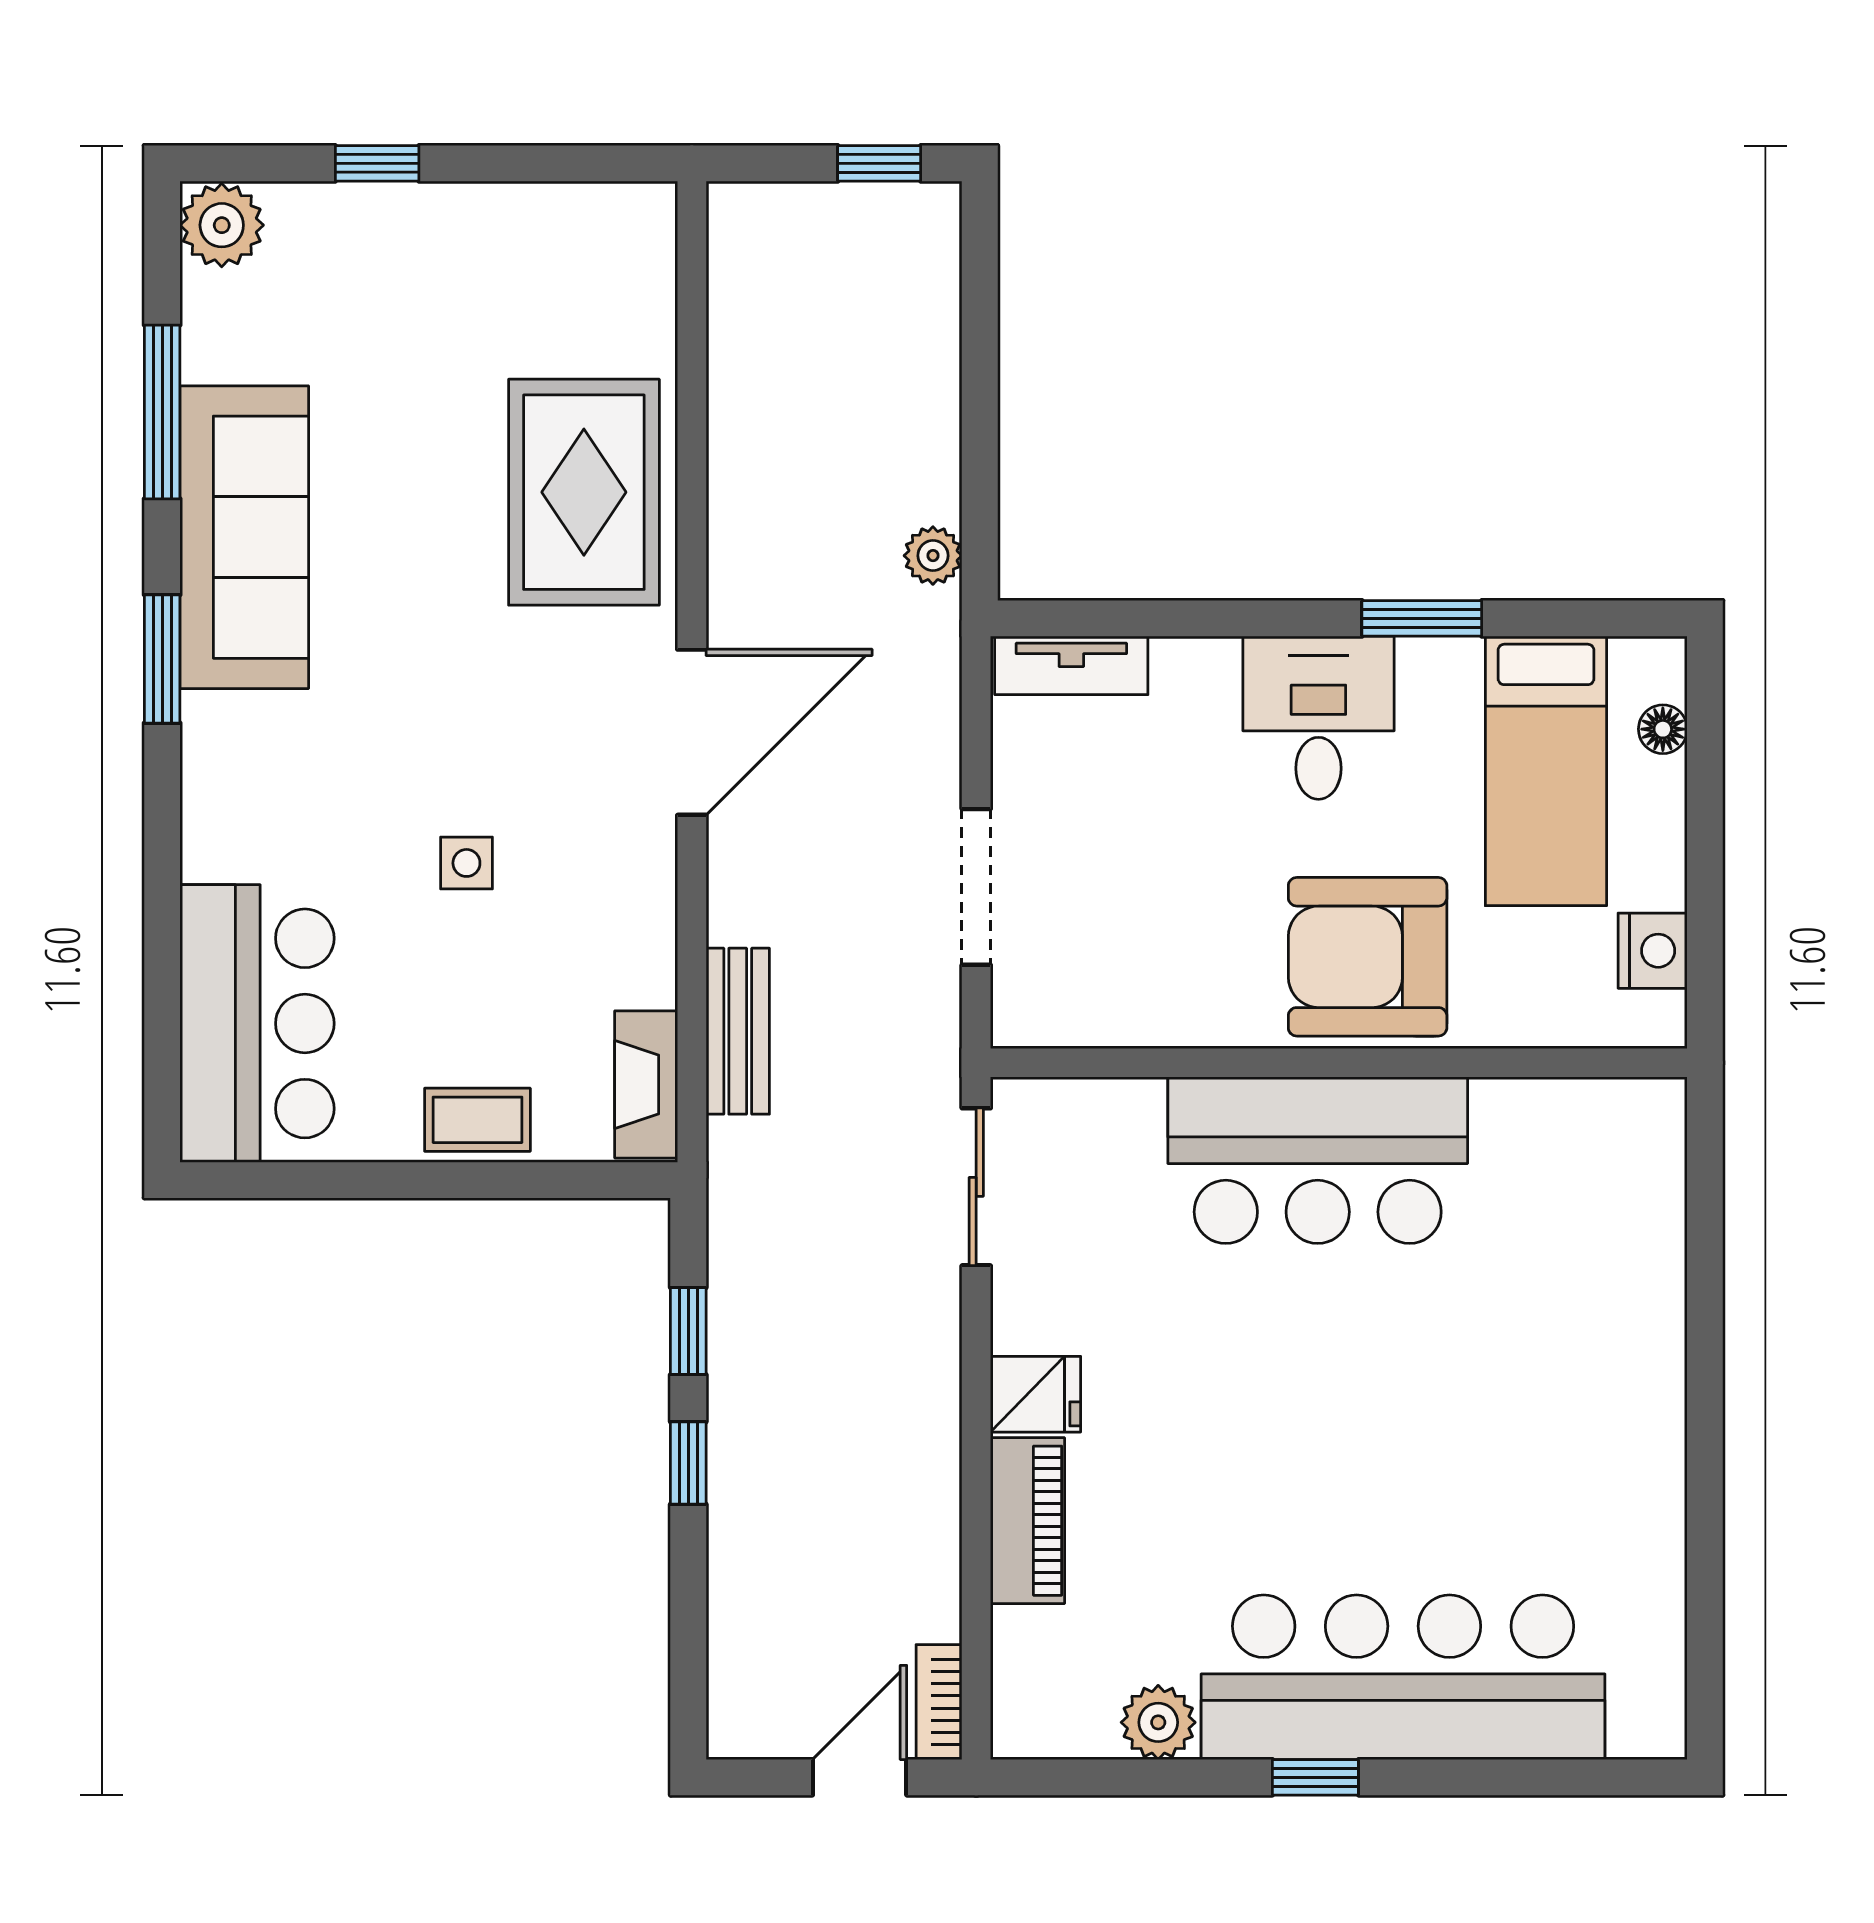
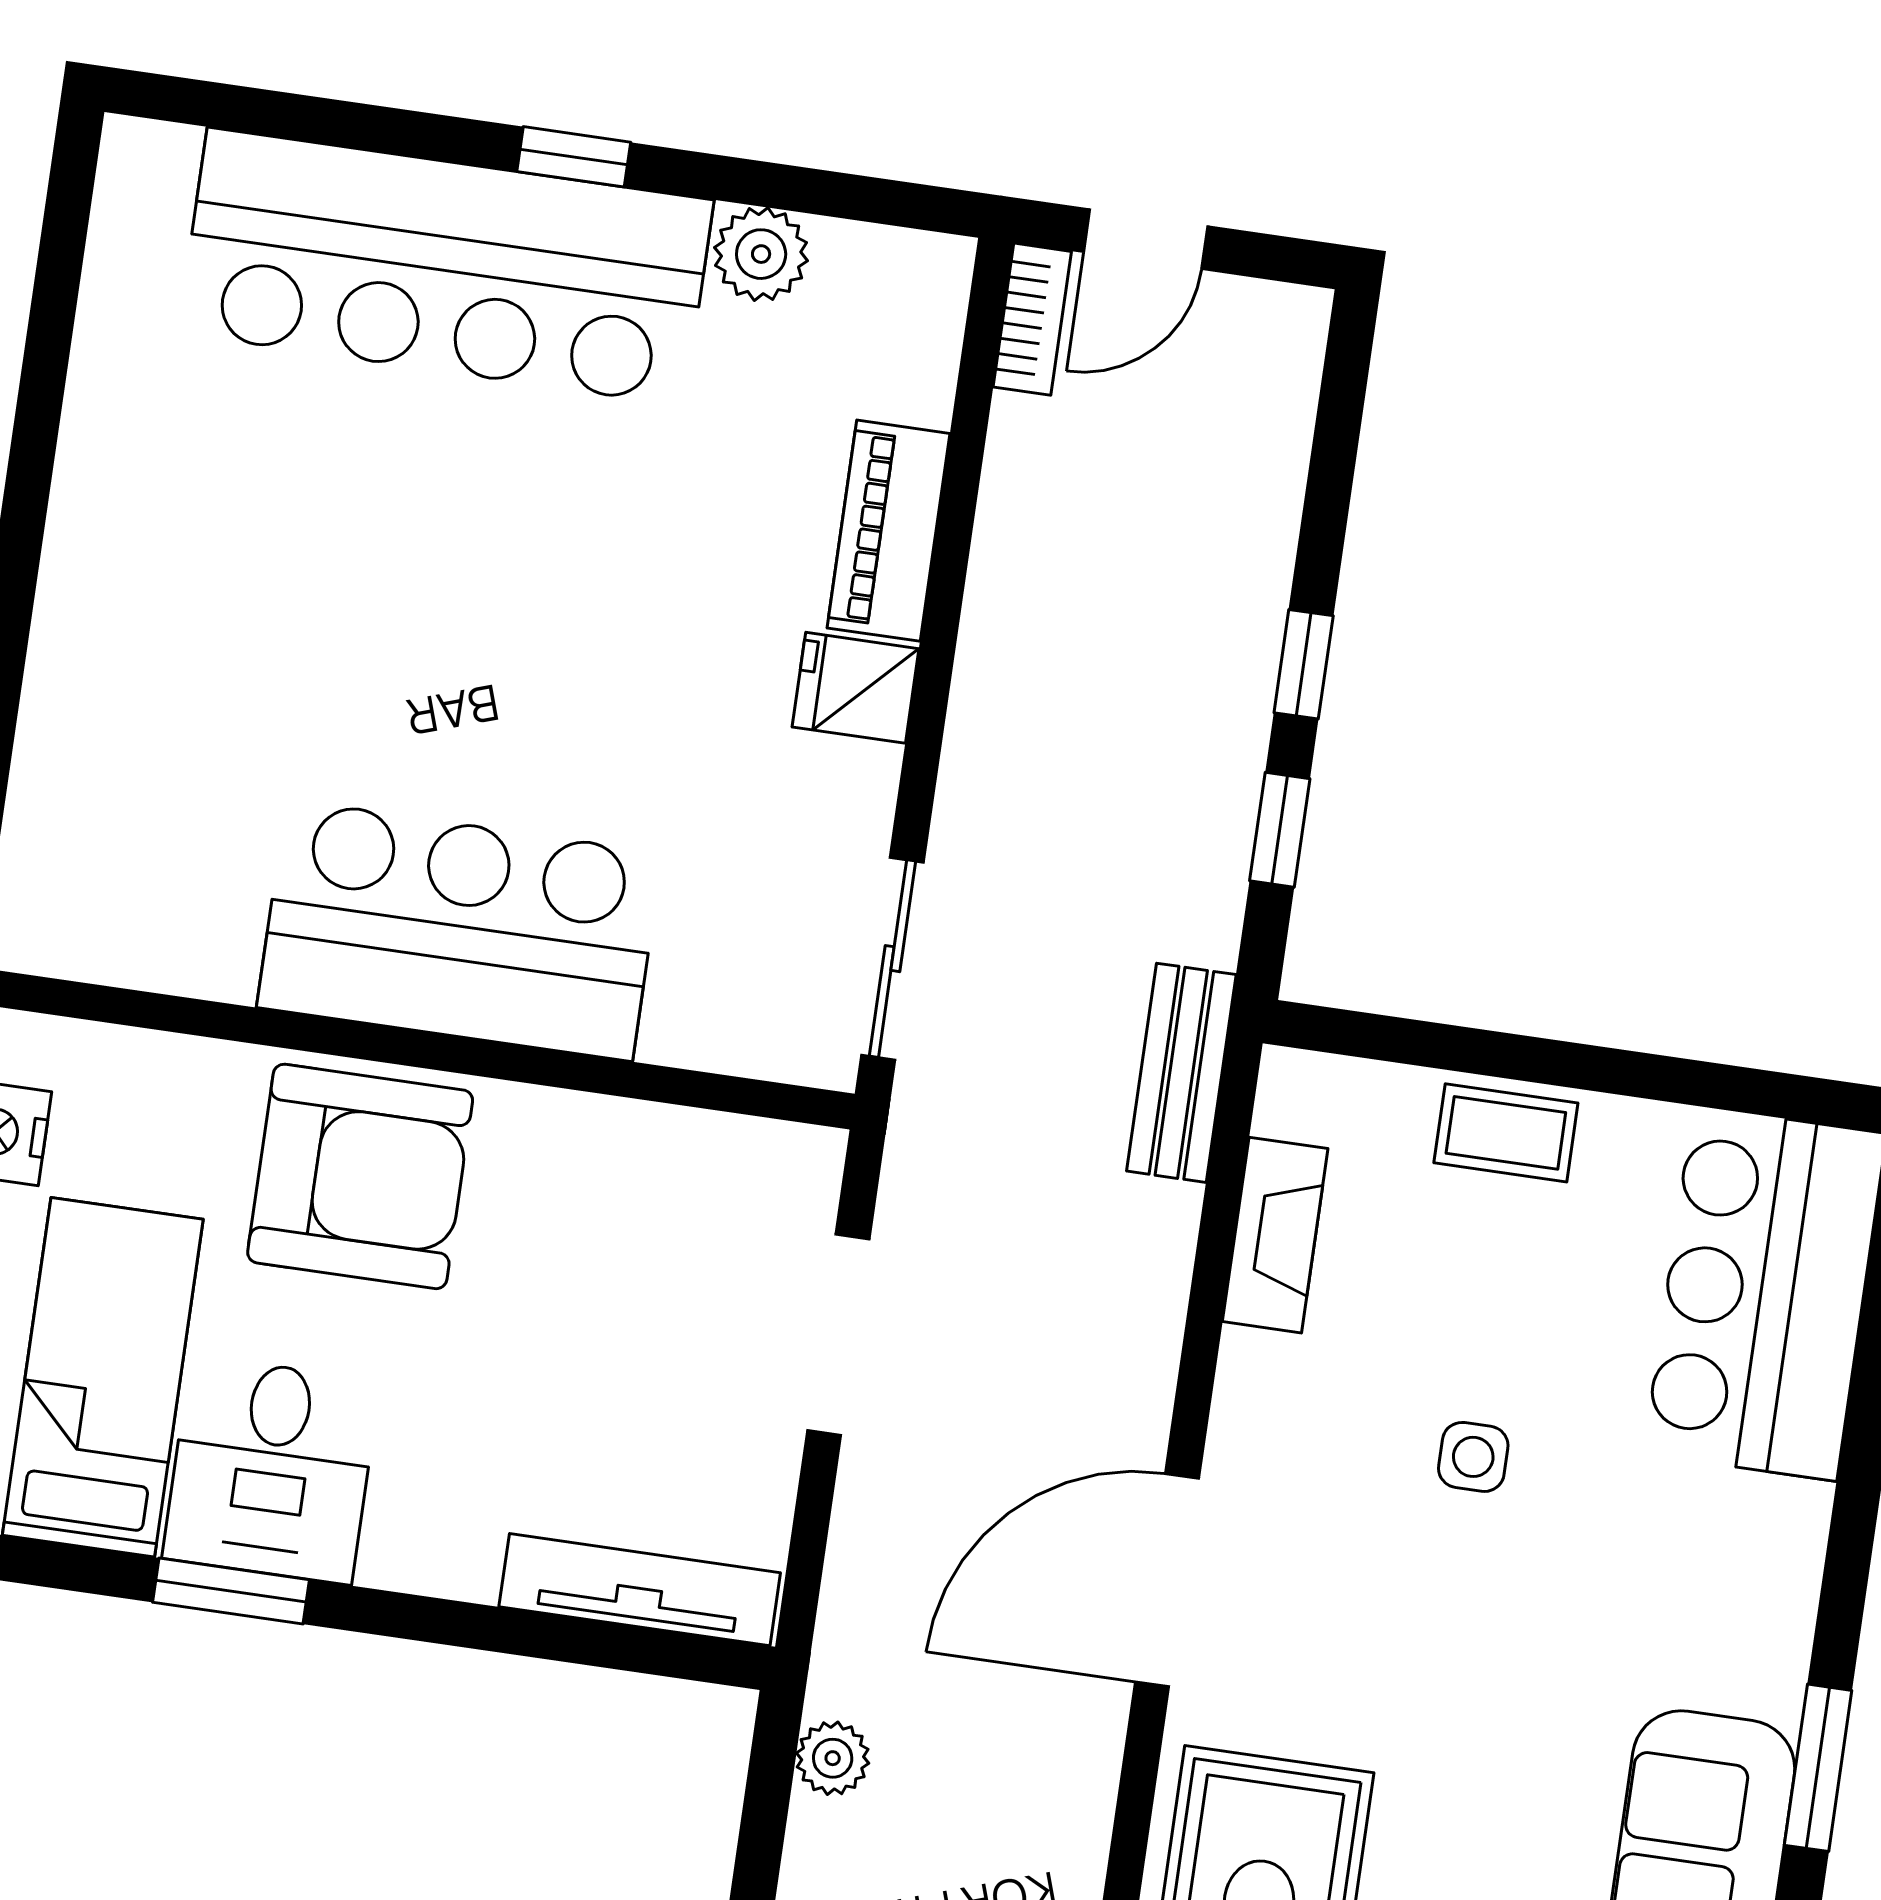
tv unit: (1071, 665) -> (640, 1590), width x1.41
desk: (1318, 718) -> (271, 1470), moved
bench: (738, 1031) -> (1181, 1073), moved
fireplace: (646, 1084) -> (1275, 1235), moved

